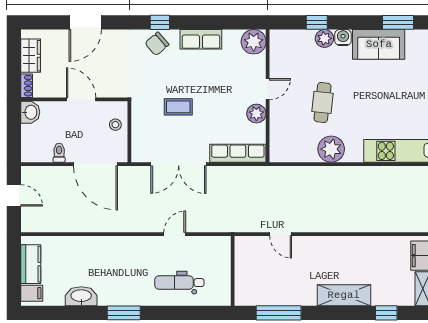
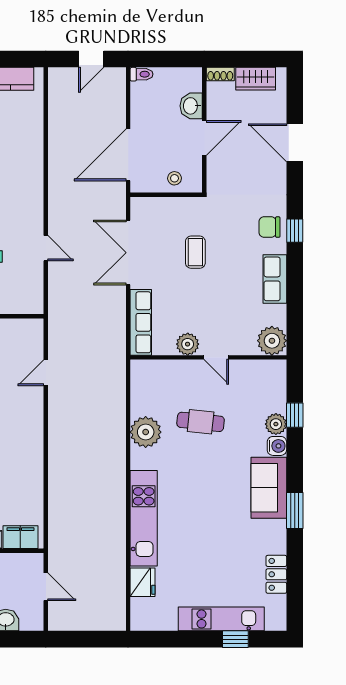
chair: (157, 44) -> (269, 227), turned -49
washbasin: (30, 112) -> (191, 106), moved, turned 90
toilet: (59, 153) -> (141, 74), moved

